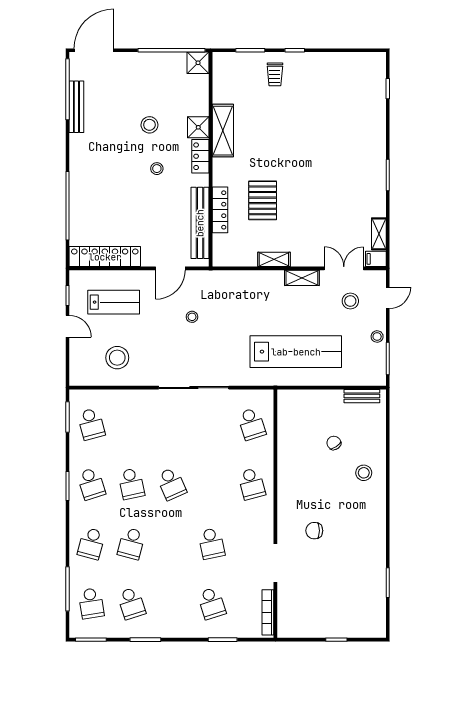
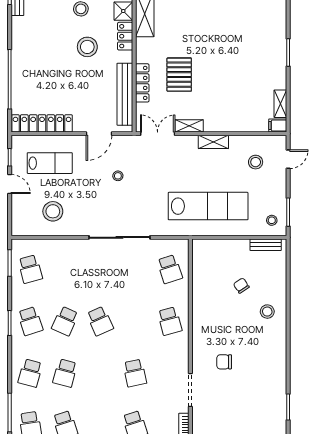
stool: (157, 169) -> (87, 47), width x1.89, depth x1.89
double door: (344, 268) -> (158, 134), moved
stool: (377, 336) -> (272, 220), moved
school desk: (131, 484) -> (65, 321), turned 36

